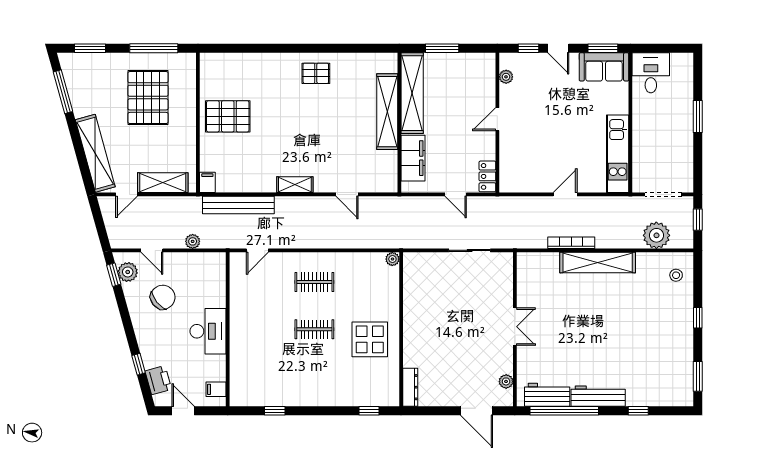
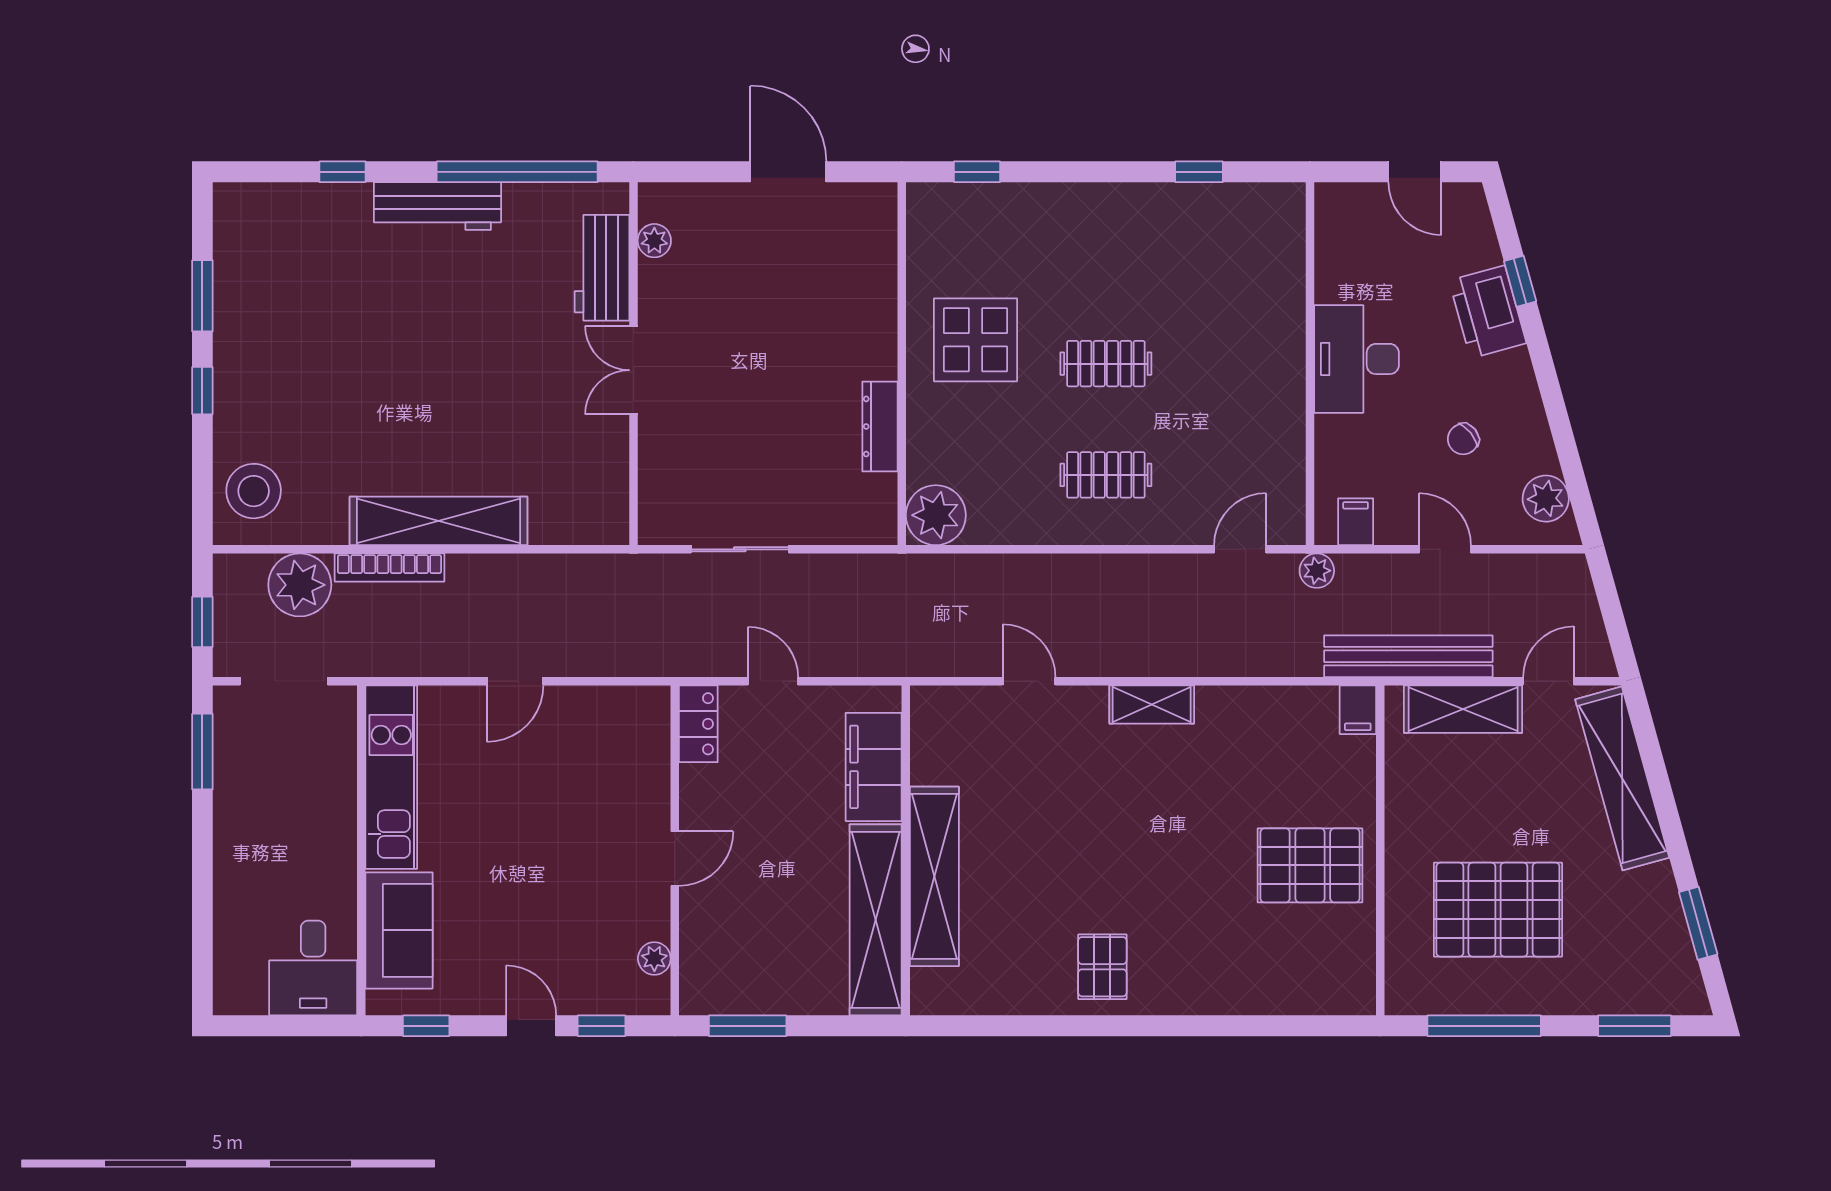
window: (442, 48) -> (748, 1026), moved
window: (603, 48) -> (426, 1026), width x0.67
sofa: (604, 67) -> (399, 930), moved, turned 90
pallet: (316, 73) -> (1102, 967), turned 90
window: (63, 92) -> (1698, 923), width x0.69
pallet: (148, 98) -> (1498, 910), turned 90
window: (698, 116) -> (202, 752), moved
bench: (238, 205) -> (1408, 656), moved
plant: (193, 241) -> (1317, 571), moved
bookcase: (571, 243) -> (390, 567), moved
door: (152, 250) -> (1445, 549), moved
plant: (392, 259) -> (936, 515), width x1.88, depth x1.88
window: (114, 275) -> (1579, 492), removed
stool: (676, 275) -> (254, 491), width x1.89, depth x1.89
chair: (163, 297) -> (1463, 439), width x0.54, depth x0.54
window: (698, 376) -> (202, 296), moved
printer: (158, 380) -> (1488, 312), moved, width x1.37, depth x1.19
dresser: (410, 387) -> (880, 426), moved
filing cabinet: (216, 389) -> (1356, 522), moved, turned -90
workbench: (547, 395) -> (602, 268), moved, turned 90
door: (476, 411) -> (788, 172), moved

